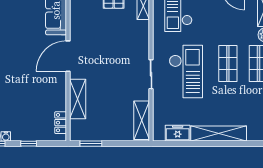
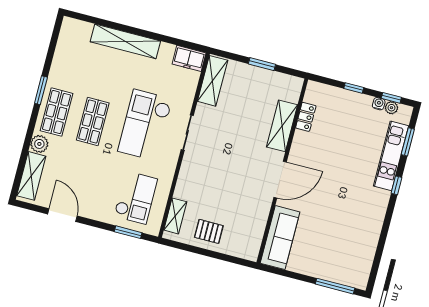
locker: (61, 123) -> (306, 117), moved
freezer: (178, 133) -> (189, 58), moved
window: (91, 144) -> (262, 64), moved

